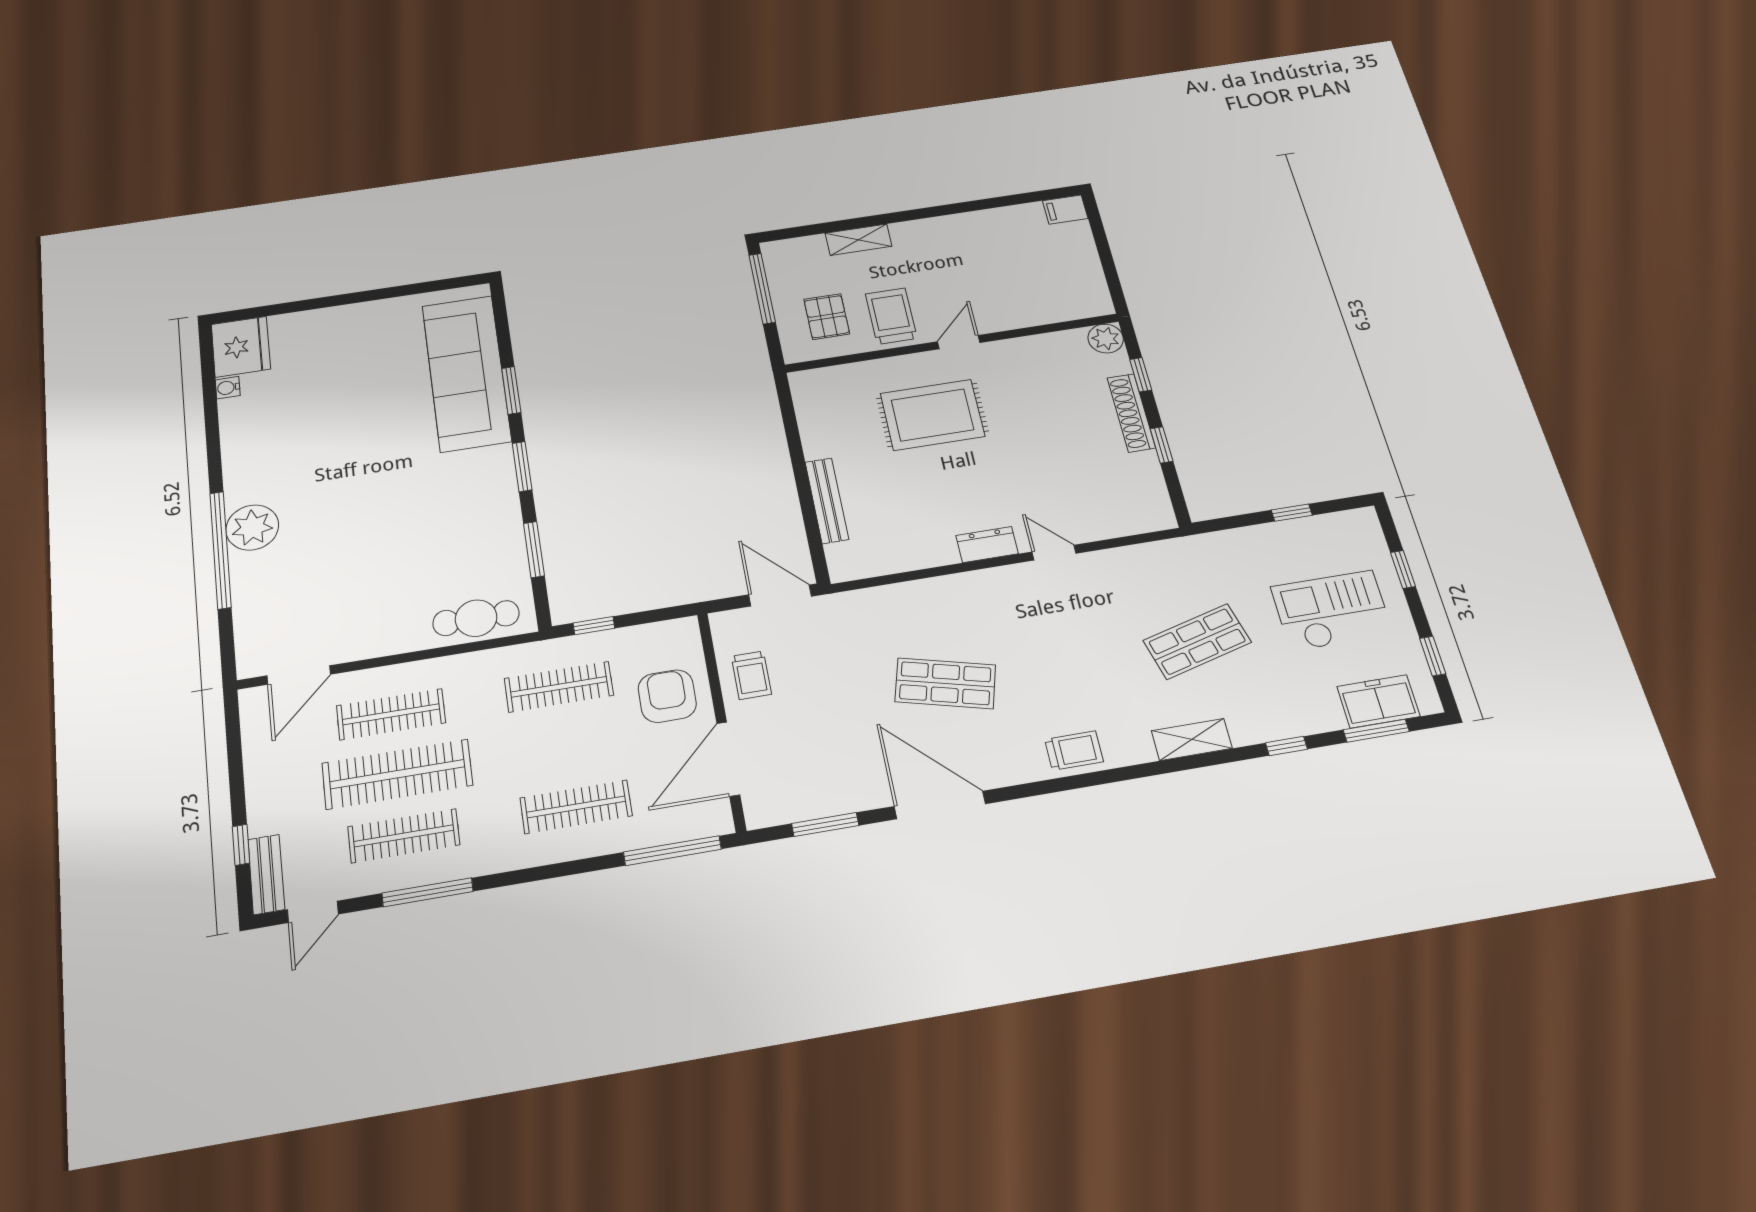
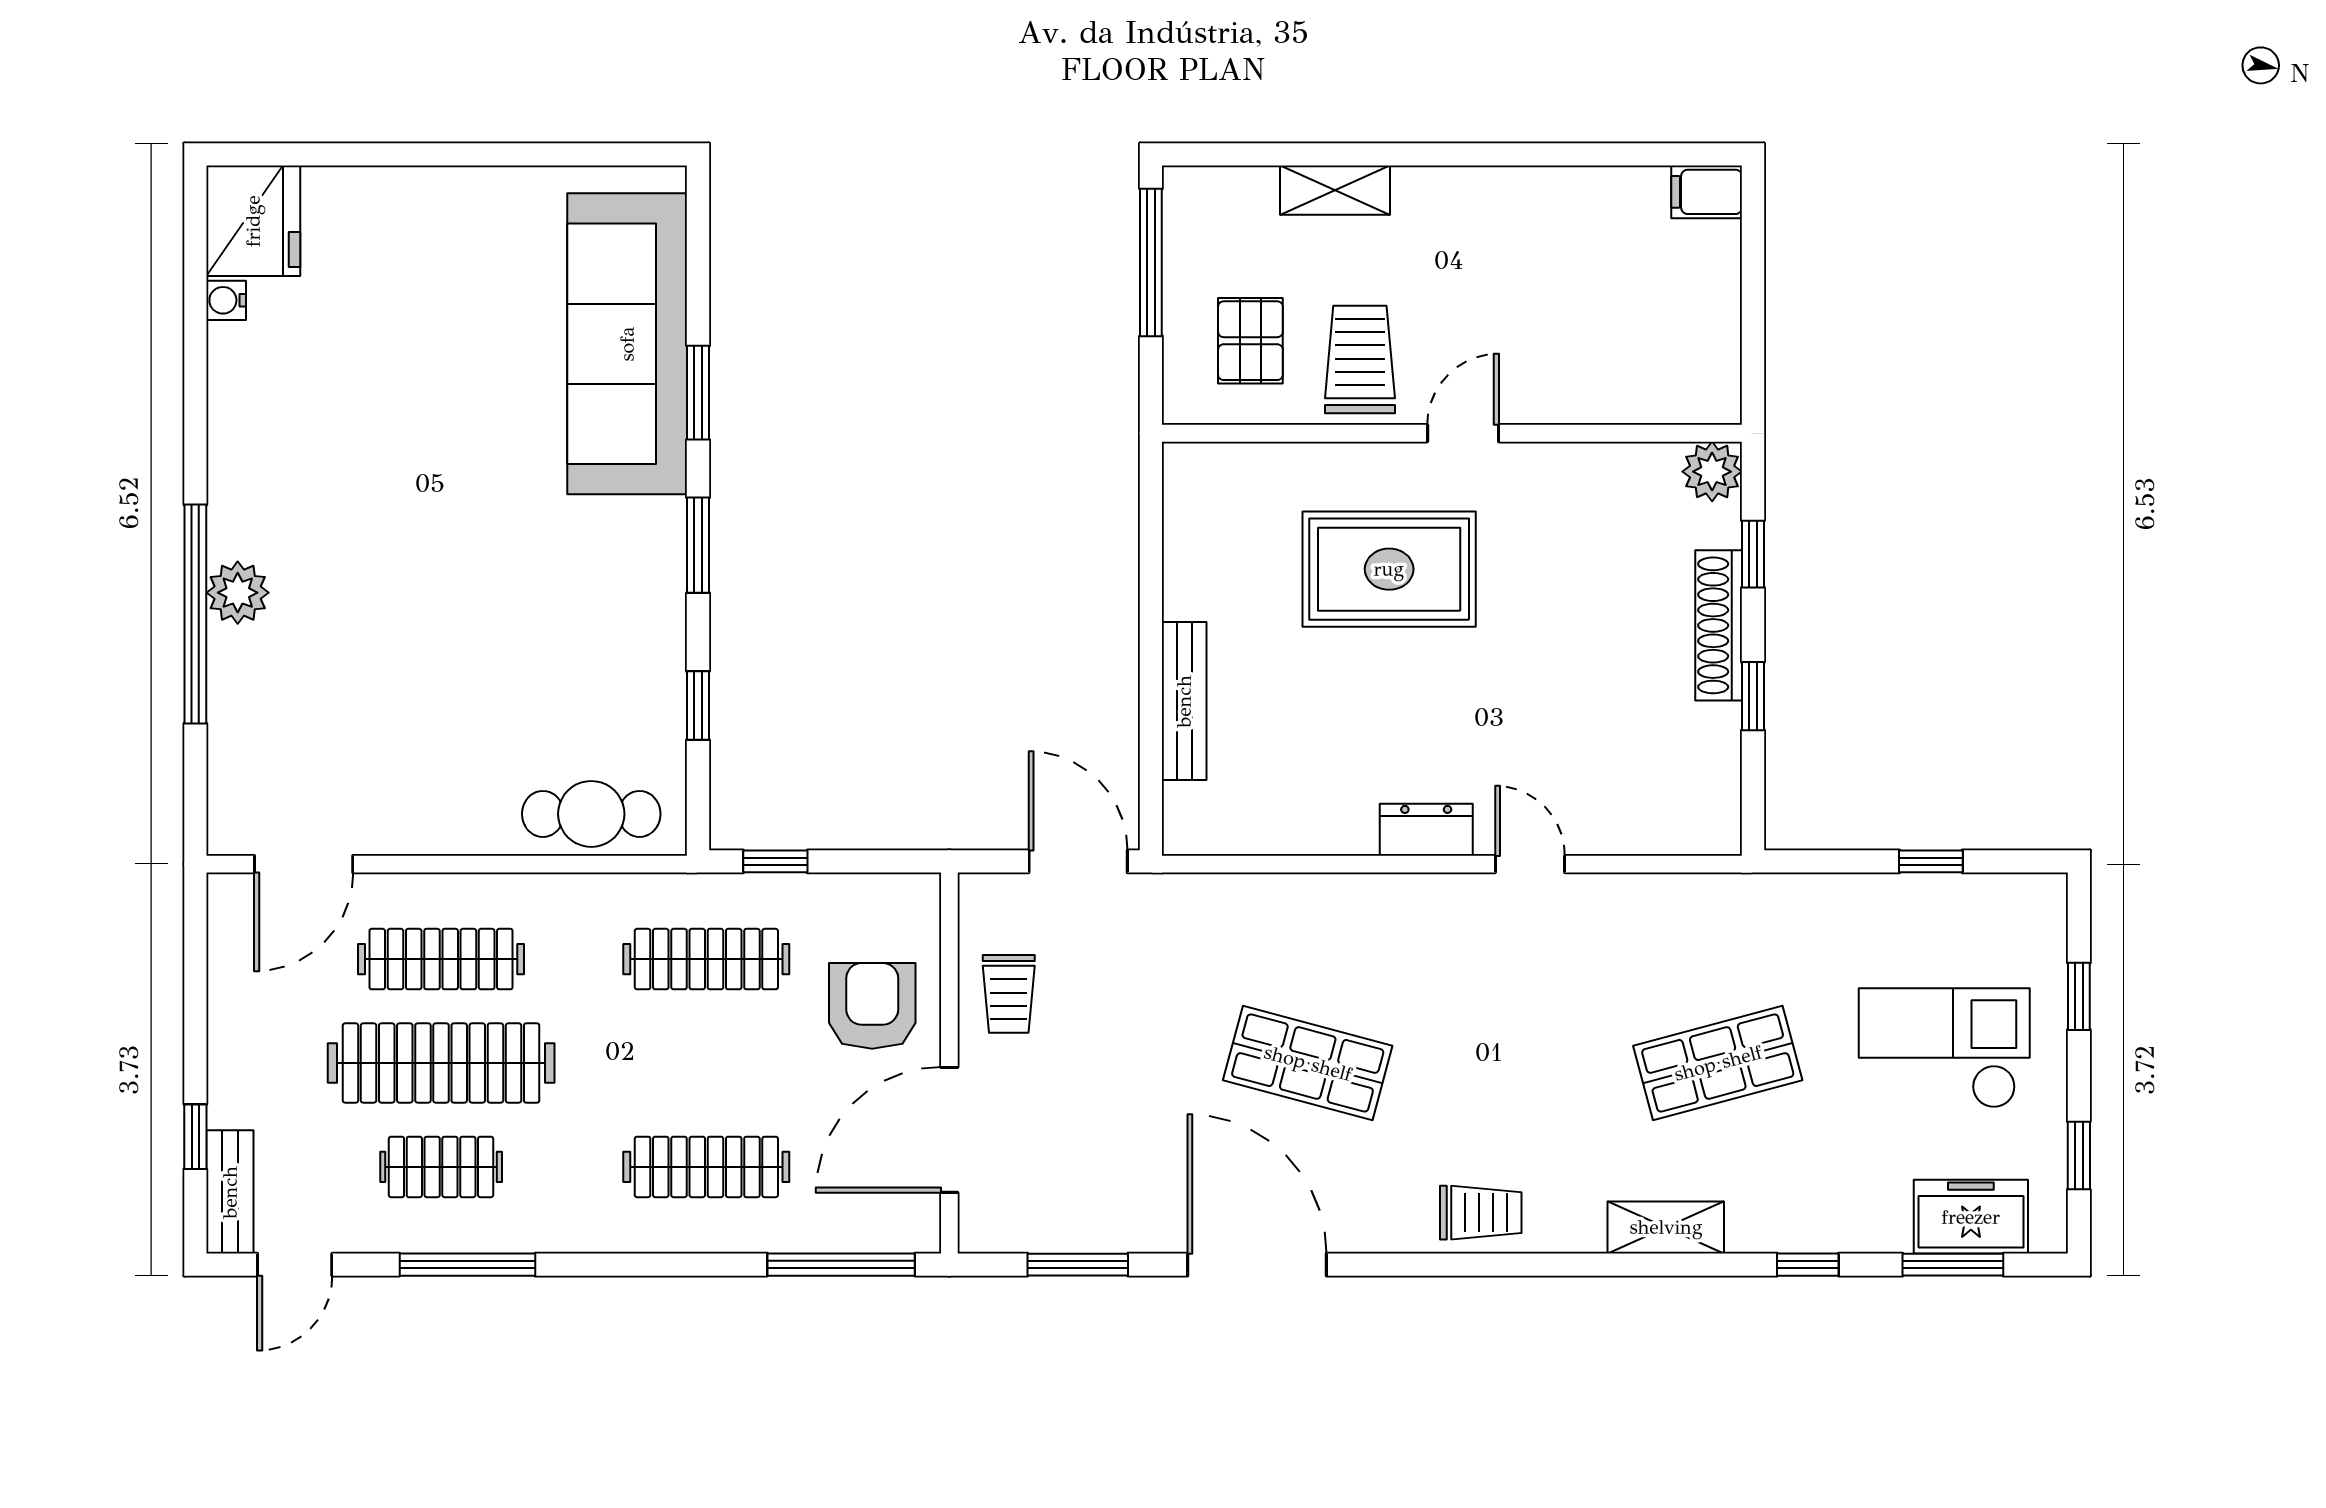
plant: (252, 527) -> (238, 593), width x0.73, depth x0.73
window: (534, 550) -> (698, 706), width x0.67
clothes rail: (404, 836) -> (441, 1167), width x0.73

